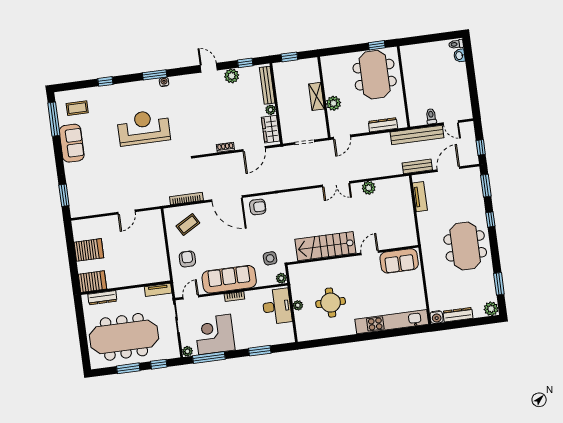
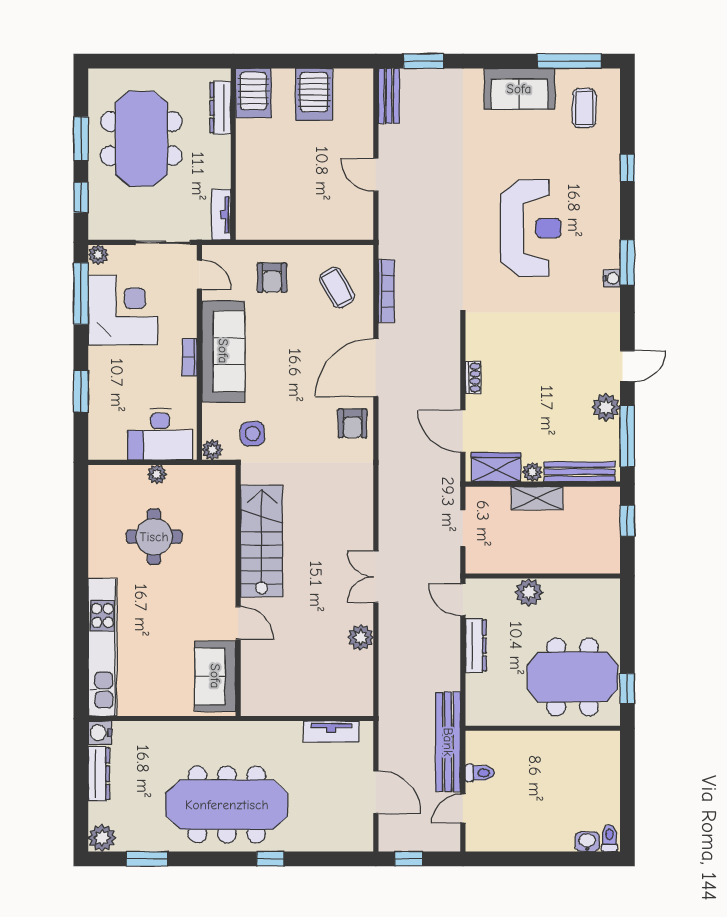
window: (245, 63) -> (627, 436), width x2.17
shelving: (316, 96) -> (537, 498), moved
dresser: (383, 125) -> (476, 646), moved
bench: (417, 166) -> (389, 96), moved
window: (486, 186) -> (335, 859), removed
meeting table: (465, 246) -> (227, 805), width x1.36
armchair: (187, 259) -> (272, 278), turned 90
meeting table: (124, 337) -> (141, 139), width x0.73

